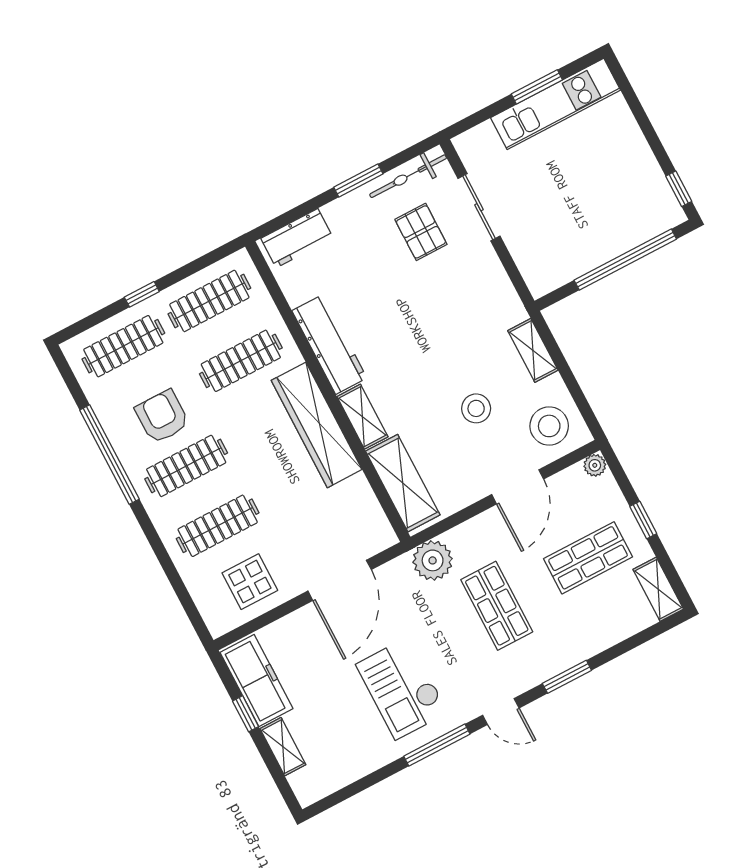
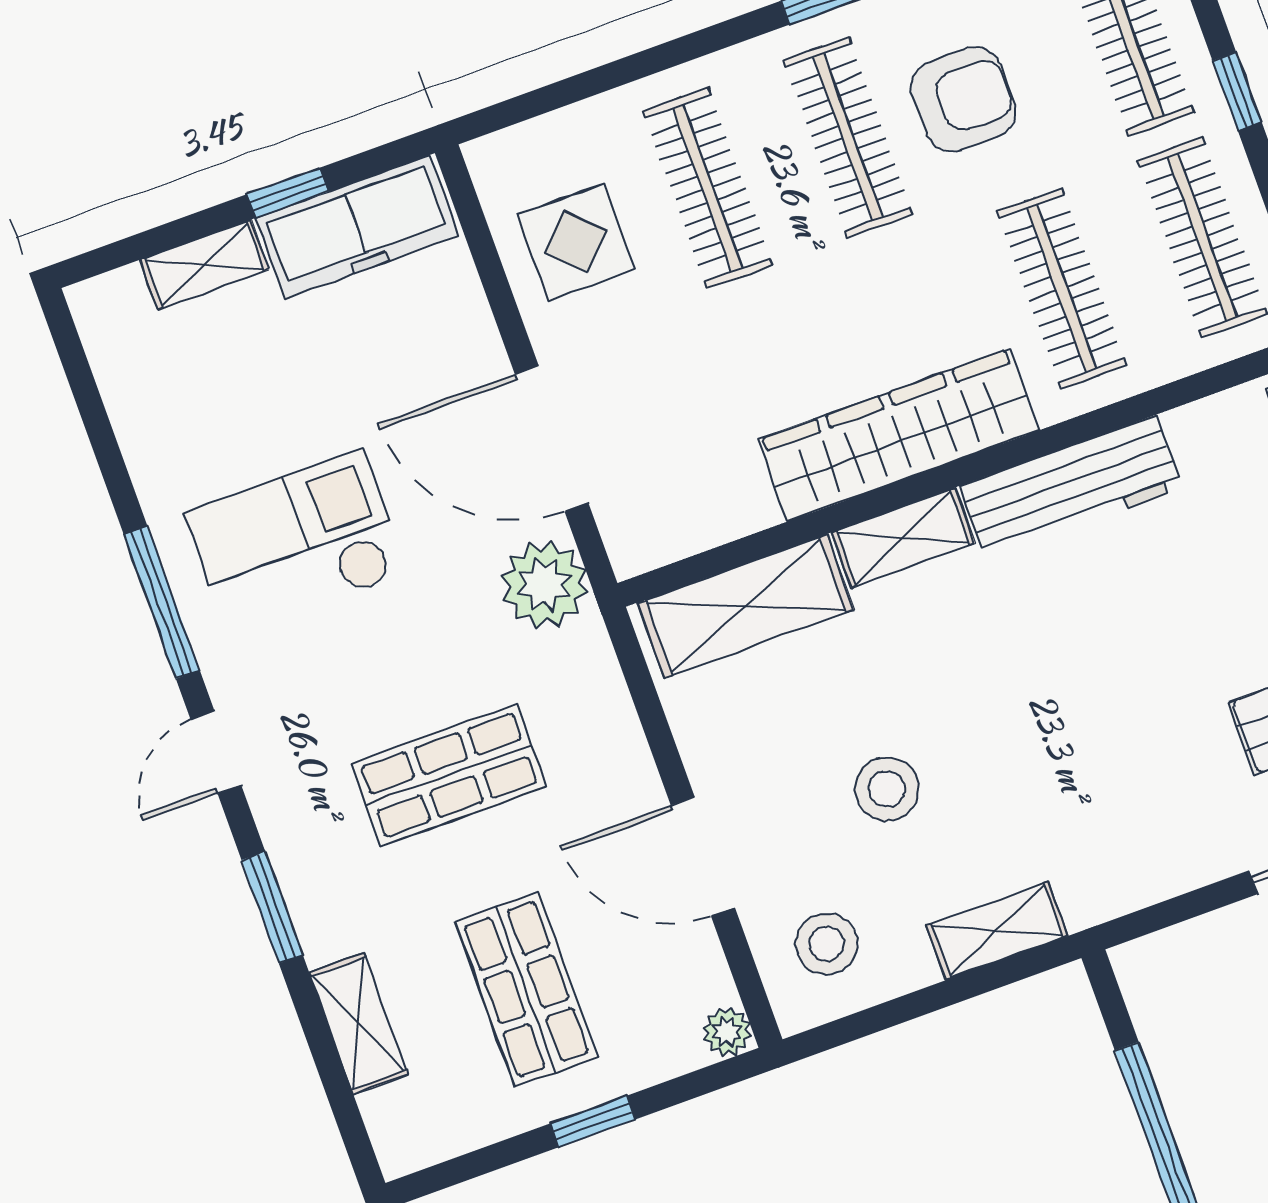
stool: (549, 426) -> (827, 944), width x0.73, depth x0.73
plant: (433, 560) -> (544, 585), moved
shelving: (658, 589) -> (359, 1023), moved, turned 90

